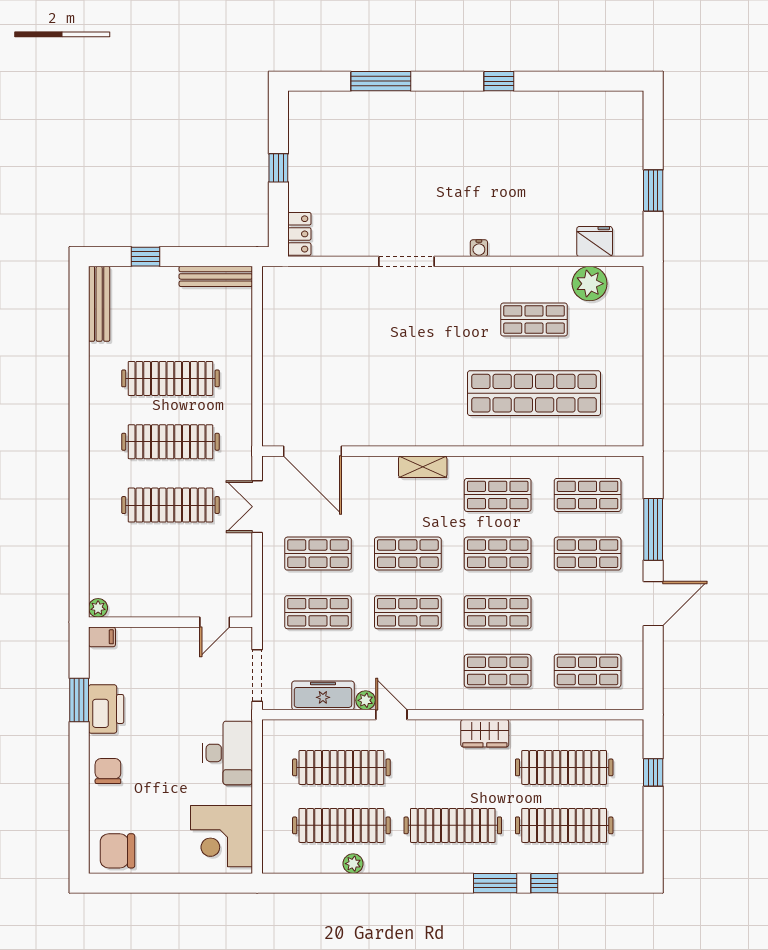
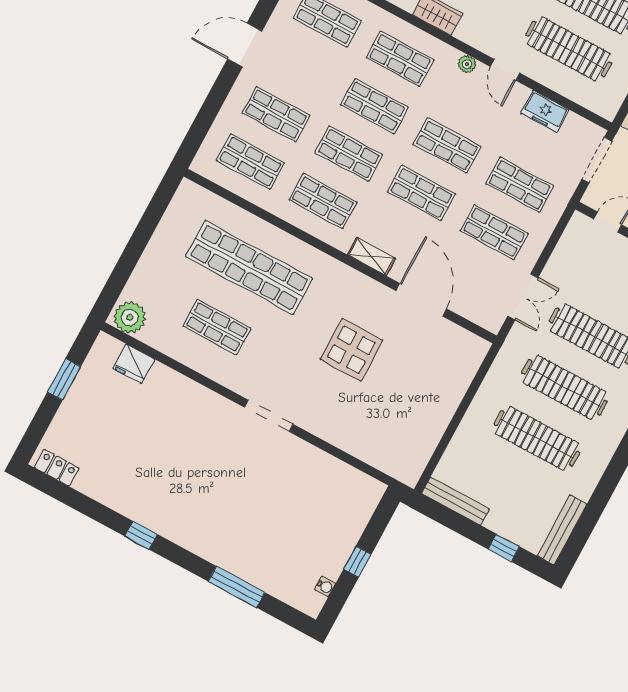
locker: (299, 234) -> (57, 468), moved, turned 90
water cooler: (479, 248) -> (325, 586), moved, turned 90
doorway: (406, 261) -> (269, 416), moved
plant: (590, 284) -> (130, 318), moved
display table: (394, 367) -> (351, 350), added
door: (313, 451) -> (421, 300), moved
window: (653, 529) -> (212, 105), removed
freezer: (323, 695) -> (545, 111), width x0.71
plant: (366, 700) -> (467, 64), moved

